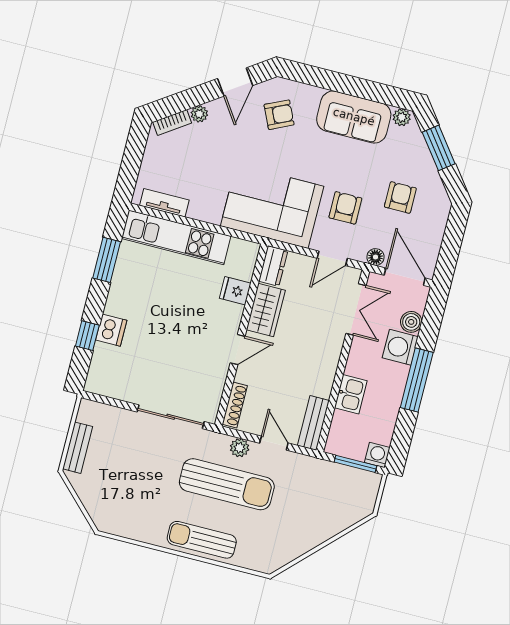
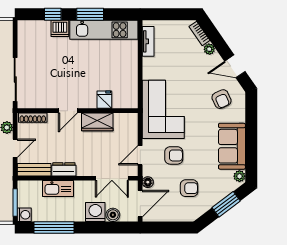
kitchen unit: (176, 237) -> (104, 30), moved, turned -90
door: (332, 258) -> (140, 155), hinge flipped
window: (107, 260) -> (90, 14), moved
dresser: (273, 266) -> (64, 169), moved, turned 180
door: (238, 350) -> (68, 111), hinge flipped
window: (417, 380) -> (54, 228), moved
kitchen sink: (351, 394) -> (58, 189), width x1.38

